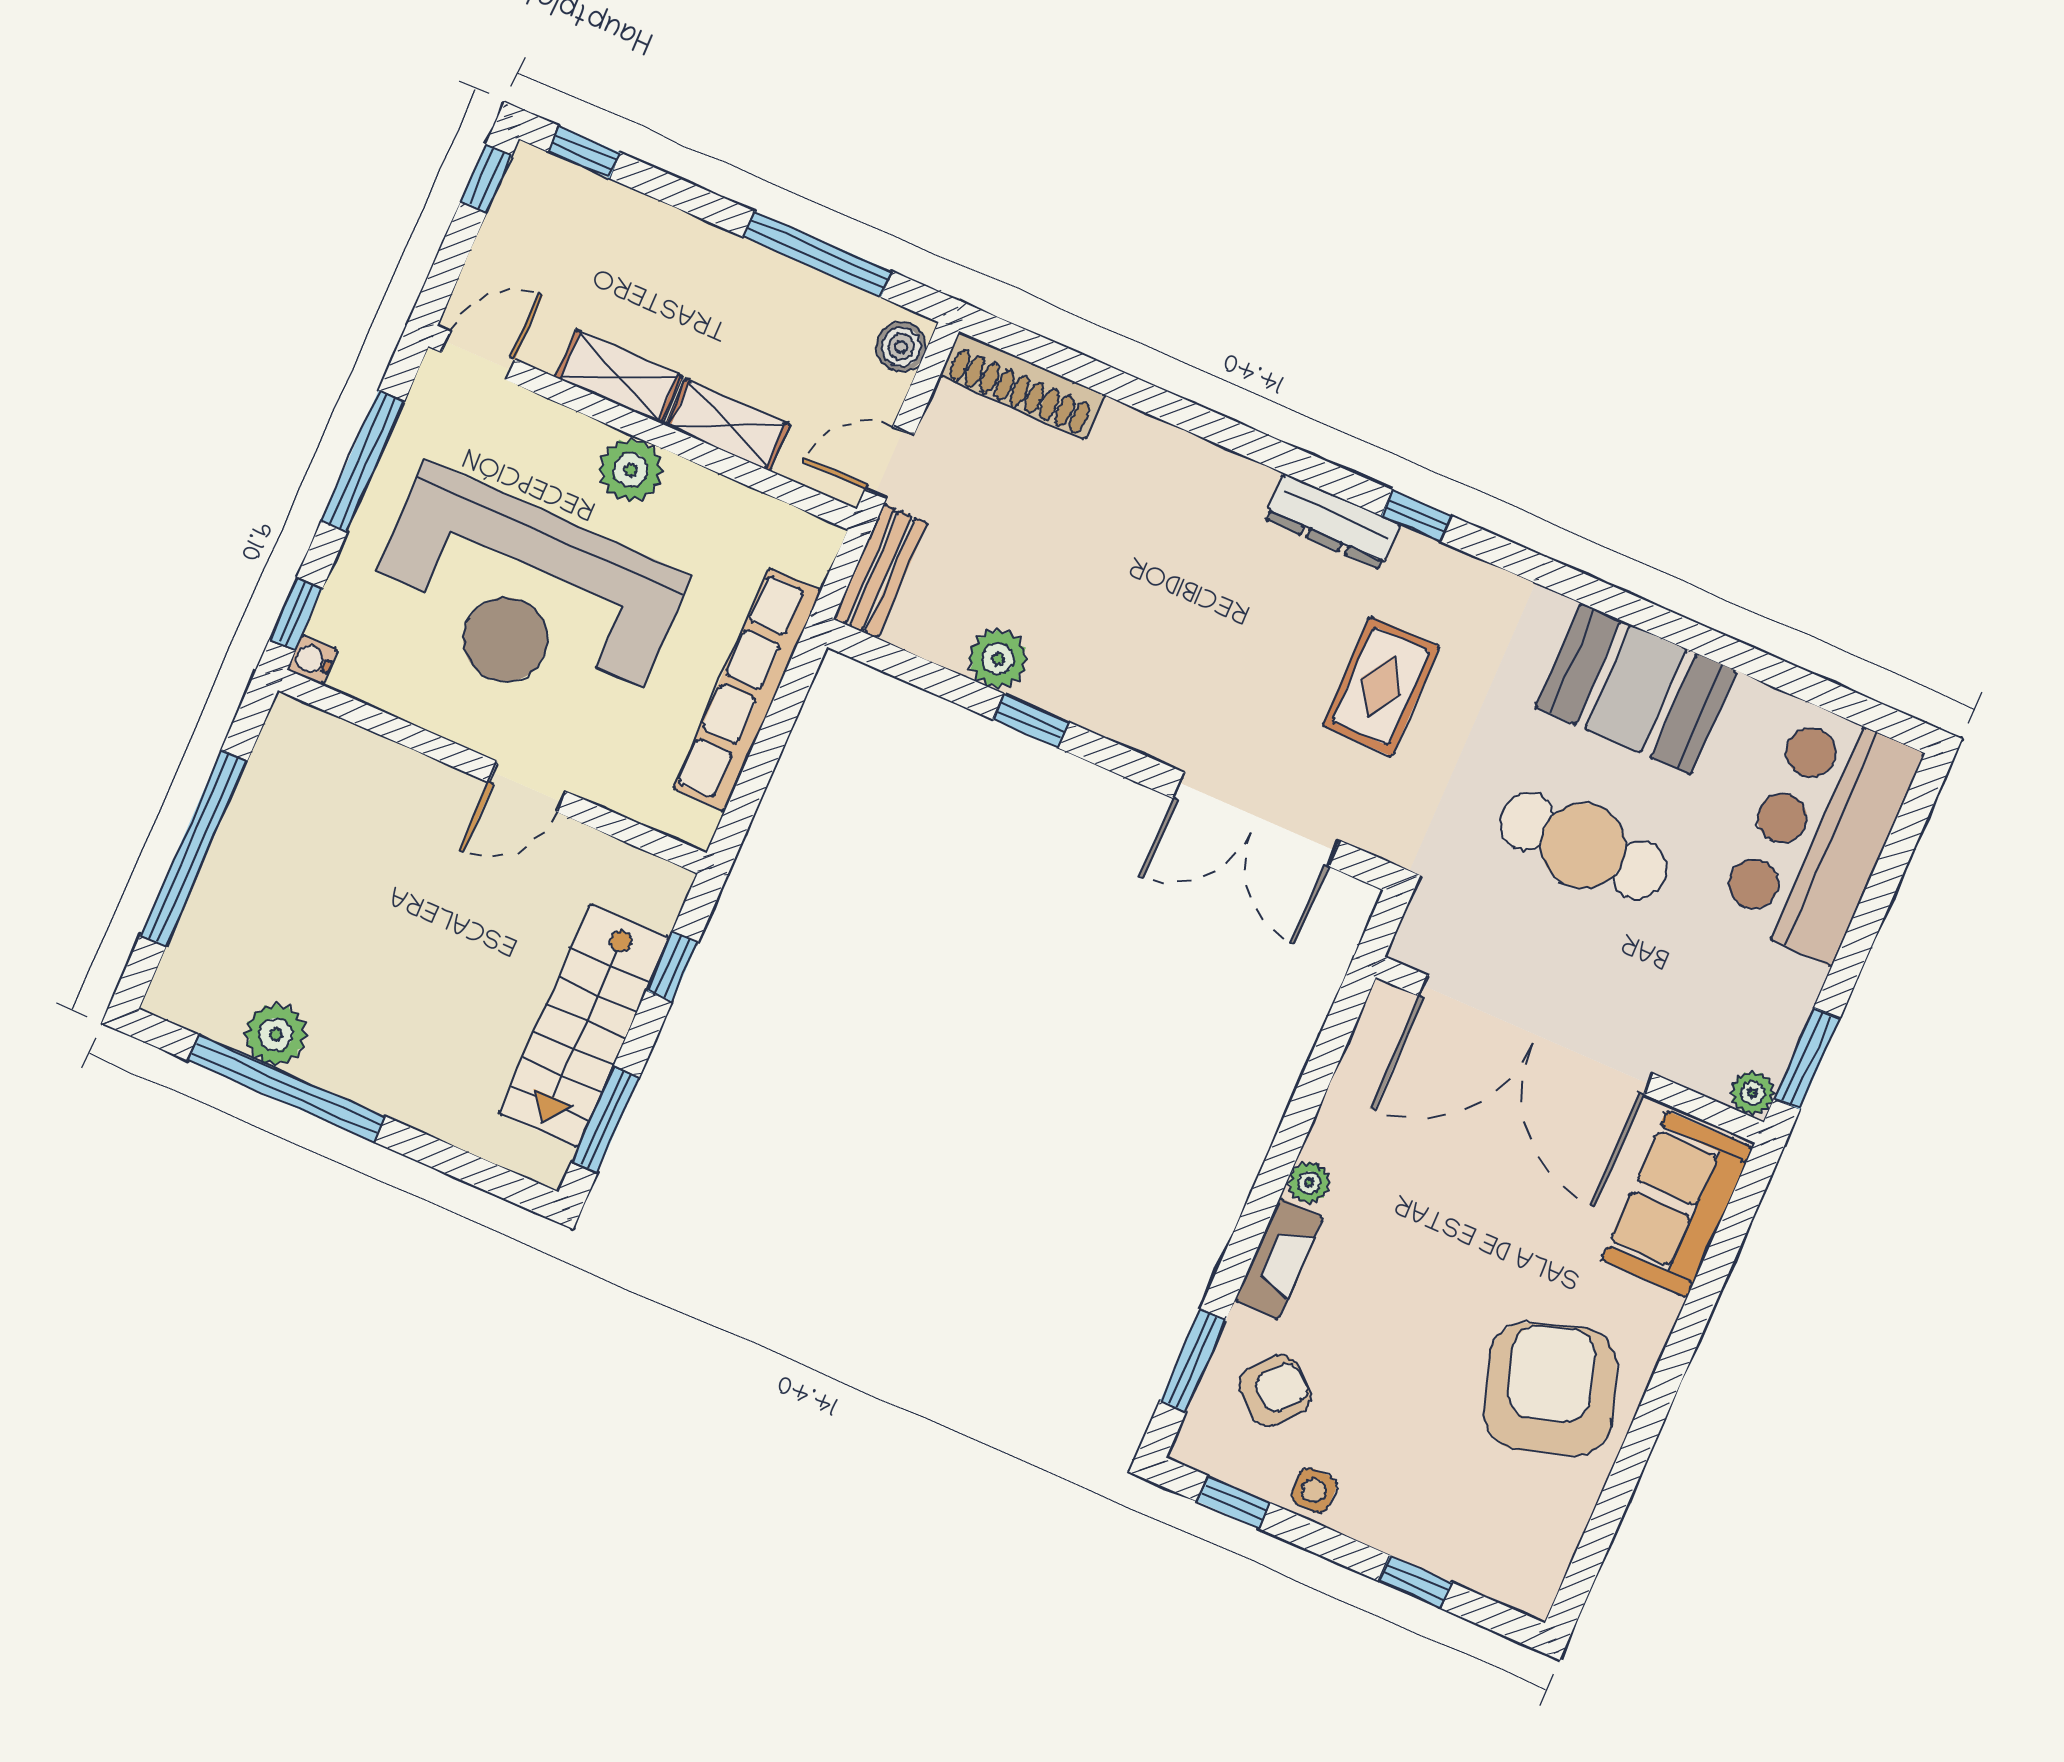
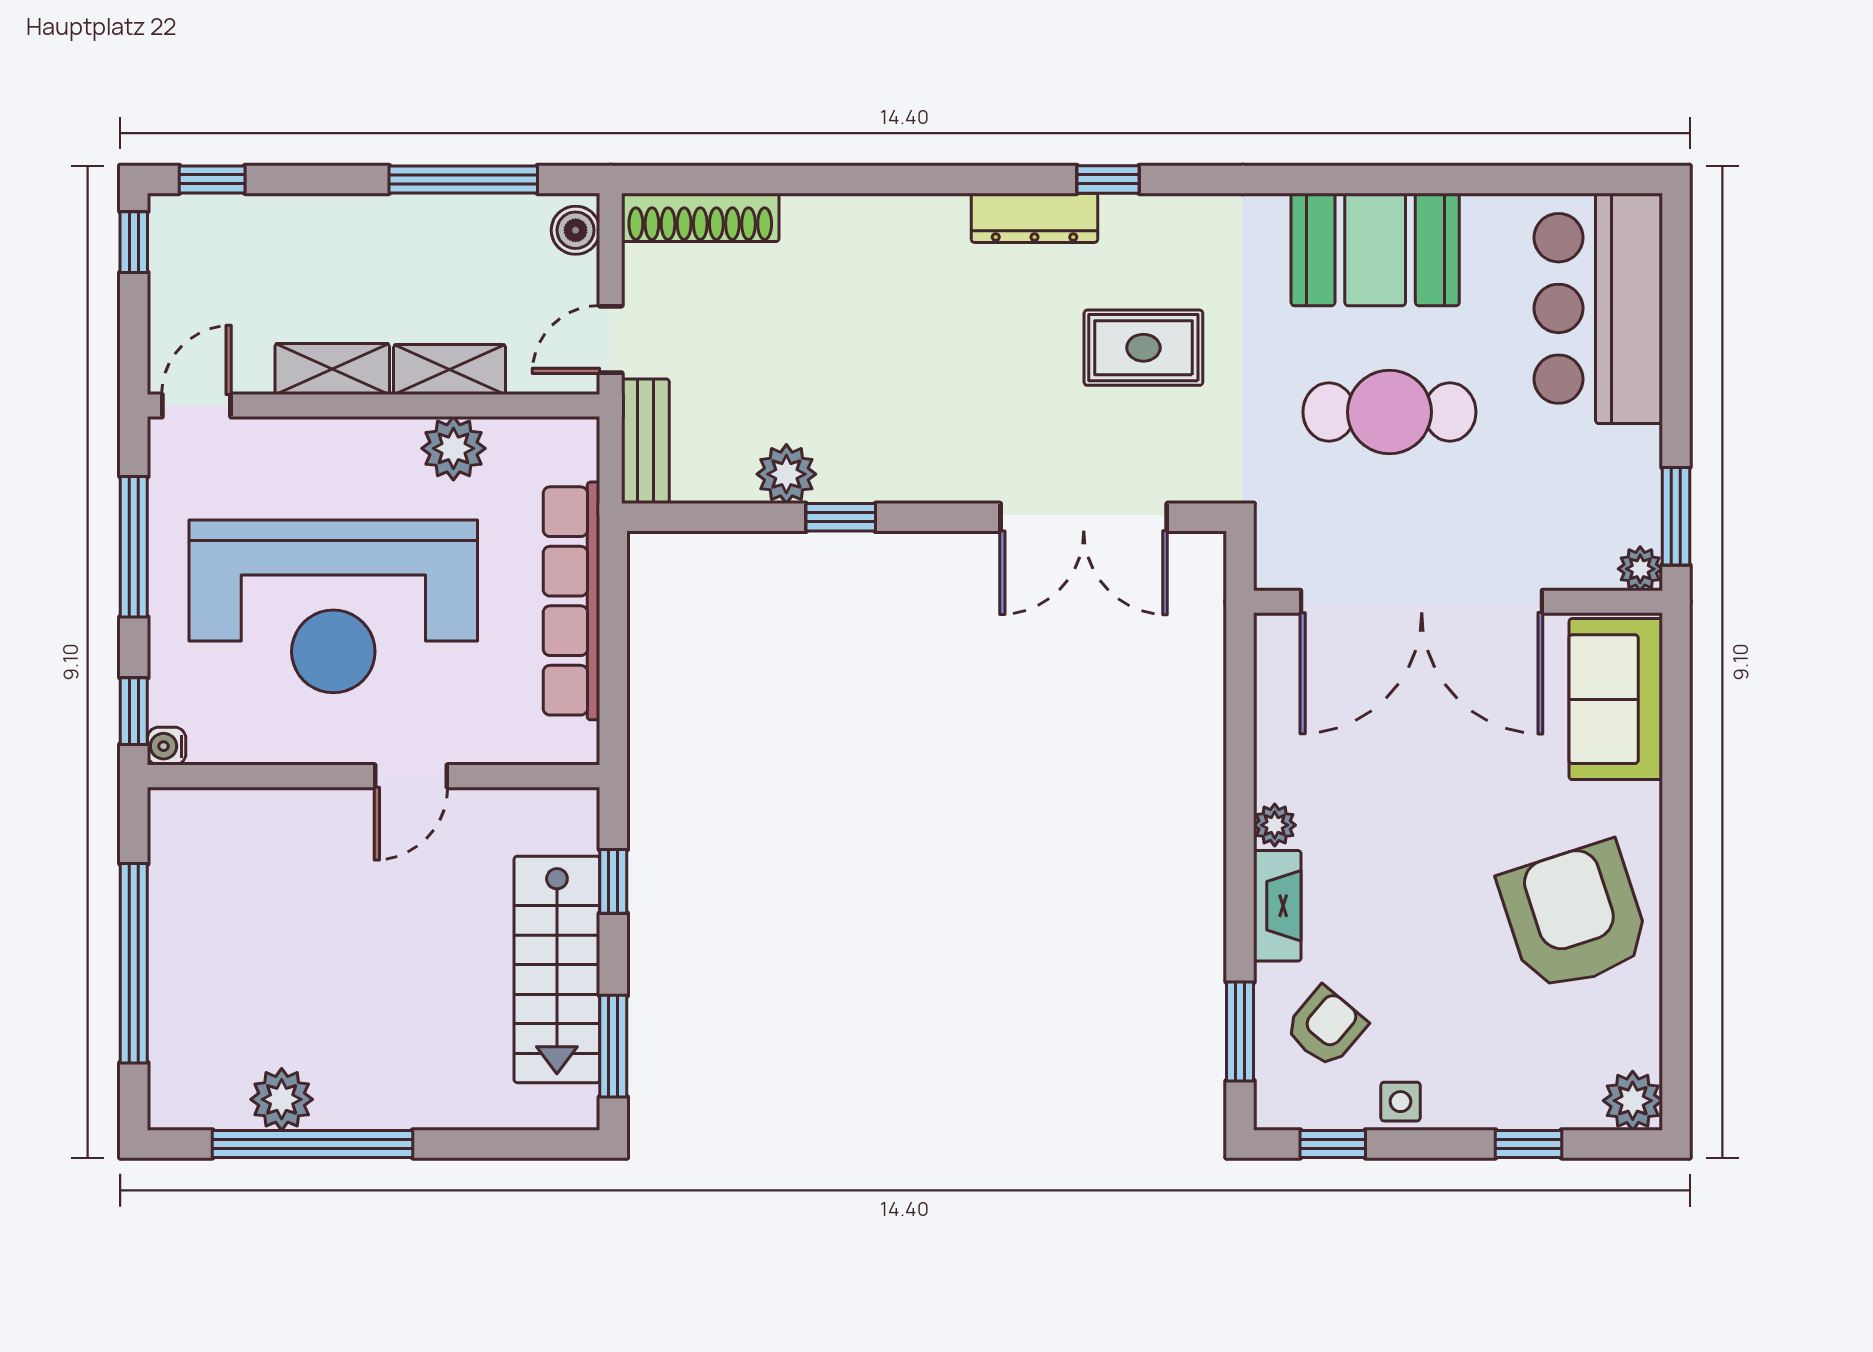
plant: (631, 470) -> (453, 448), moved
rug: (1381, 686) -> (1143, 348), turned 90
plant: (1530, 1584) -> (1633, 1101), added

